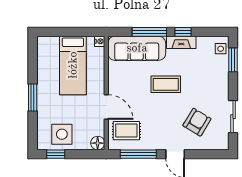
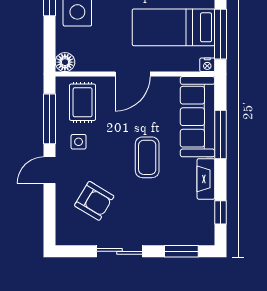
window: (78, 32) -> (221, 34), added
window: (183, 32) -> (221, 212), moved
side table: (221, 49) -> (79, 142), moved
door: (106, 107) -> (133, 74), moved
sliding door: (233, 117) -> (120, 251), moved

